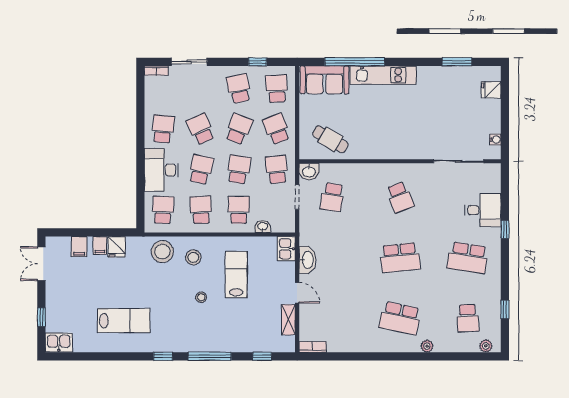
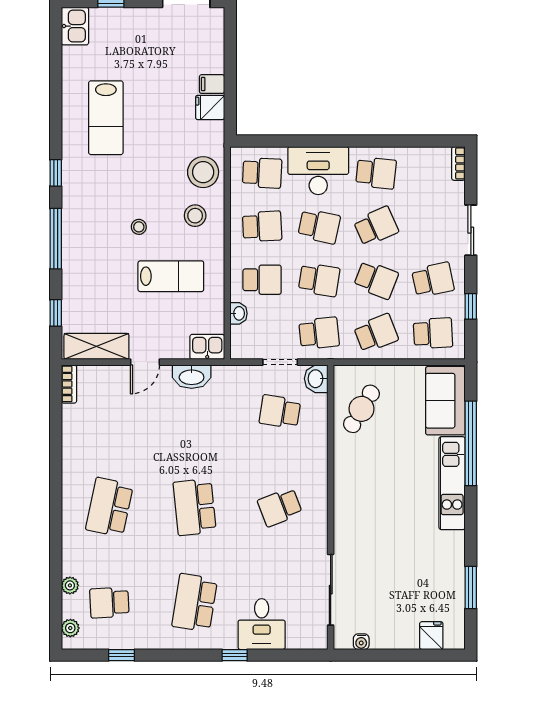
sliding door: (189, 62) -> (471, 230), moved
filing cabinet: (79, 247) -> (210, 55), removed
shelving: (288, 320) -> (96, 346), width x1.50, depth x1.33
plant: (427, 346) -> (70, 585), moved

